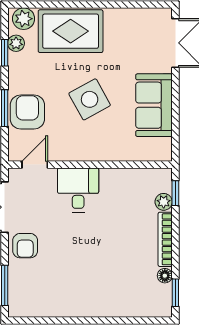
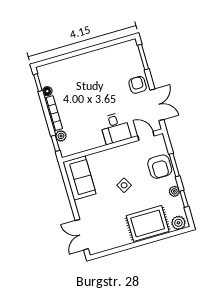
plant: (16, 43) -> (174, 191), moved
side table: (90, 99) -> (124, 185), width x0.54, depth x0.54
sofa: (154, 105) -> (79, 178), moved
door: (35, 165) -> (146, 136), swing flipped

